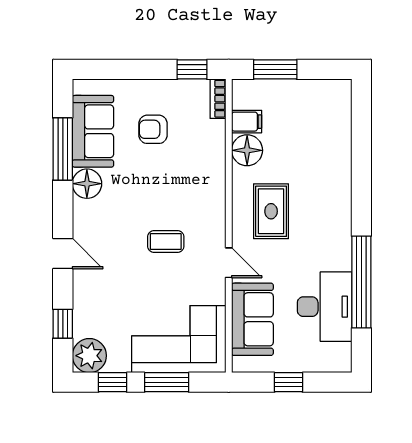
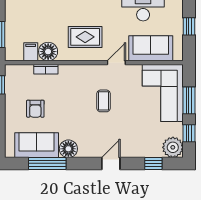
bookcase: (218, 99) -> (46, 69), moved

